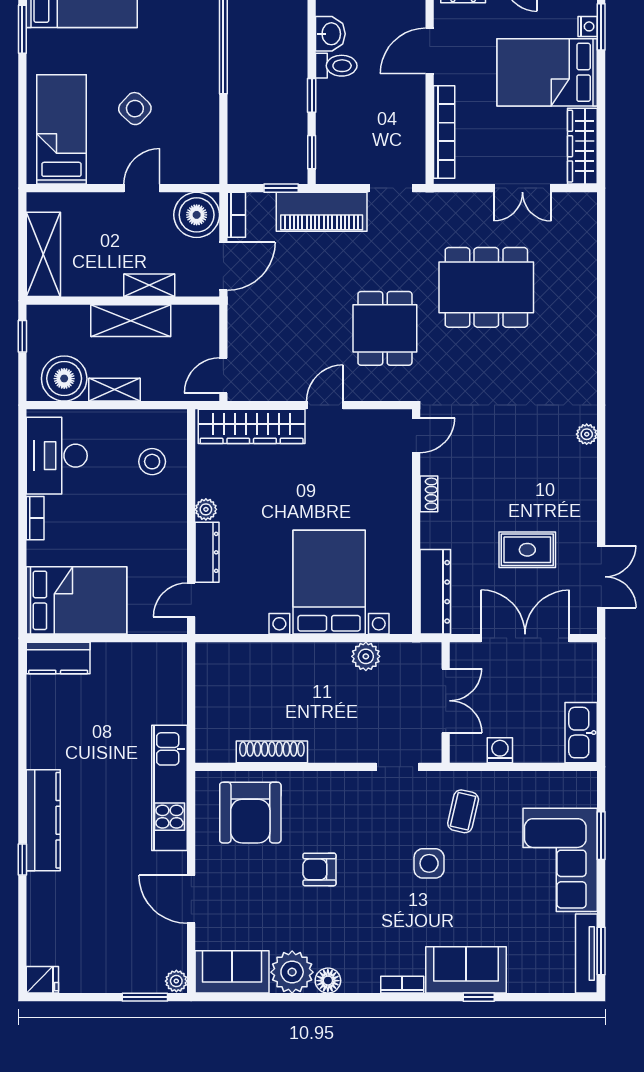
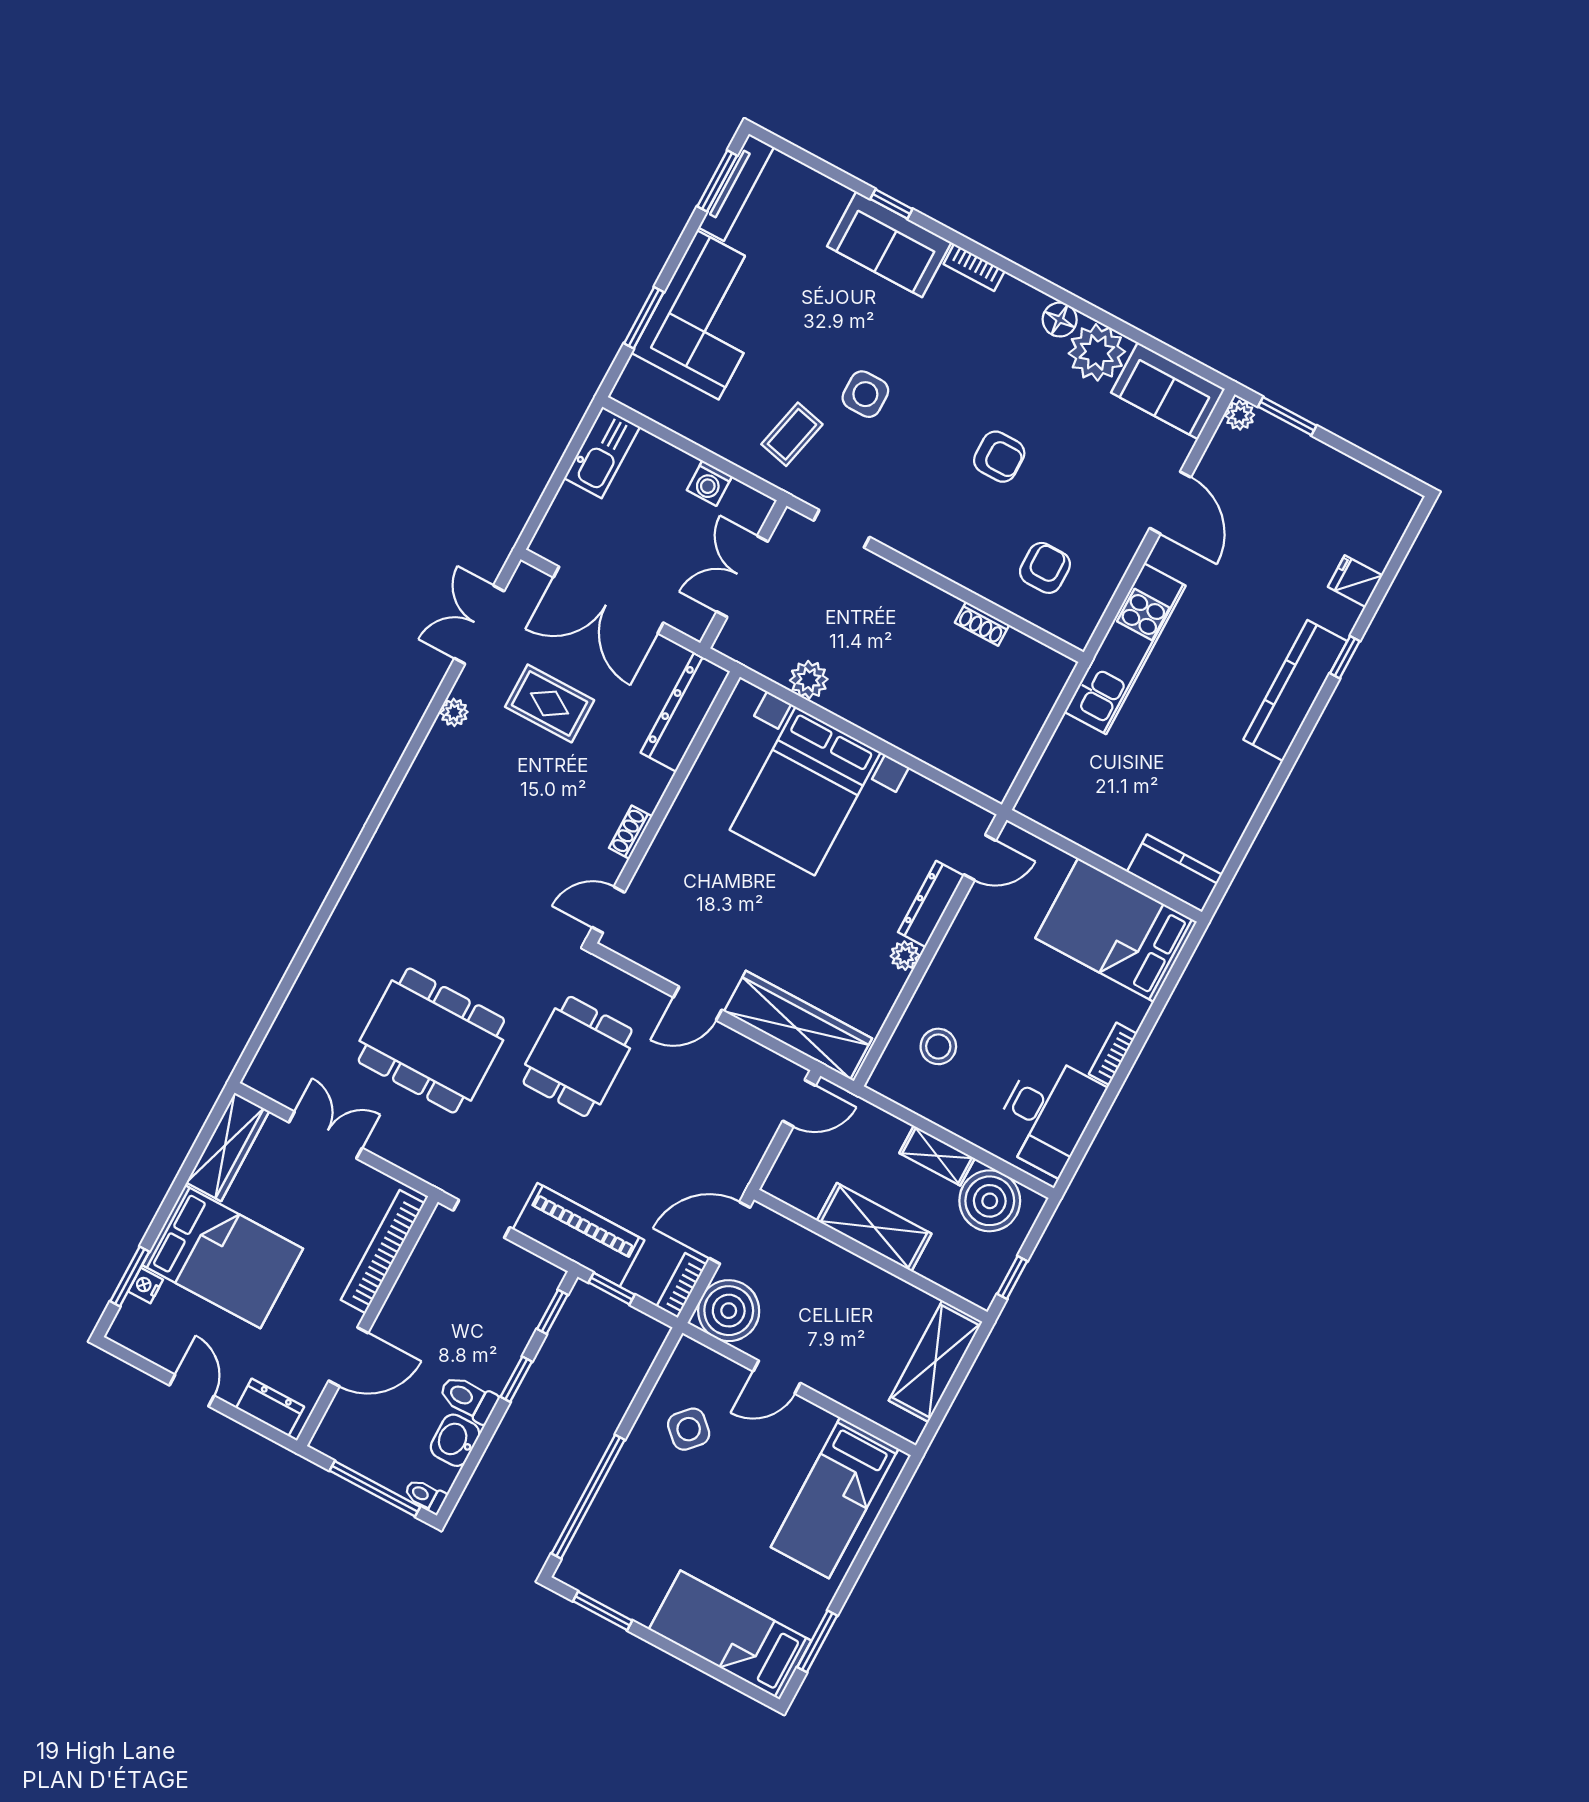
side table: (135, 109) -> (689, 1429), moved
shelving: (149, 285) -> (830, 1257), removed
plant: (587, 434) -> (454, 712), moved
shoe rack: (272, 752) -> (982, 624), width x0.51, depth x0.81
armchair: (250, 813) -> (1045, 568), width x0.53, depth x0.53
fridge: (42, 980) -> (1355, 581), moved

